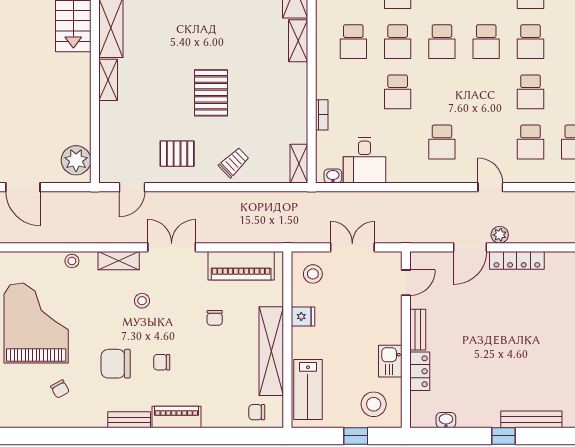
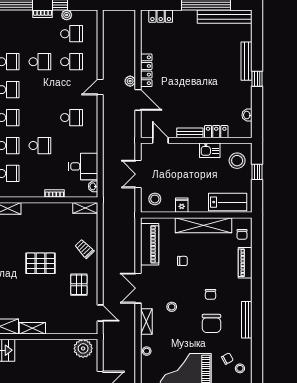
stool: (44, 409) -> (240, 368), added
piano: (176, 417) -> (245, 263), moved
bench: (129, 420) -> (247, 320), width x1.36

